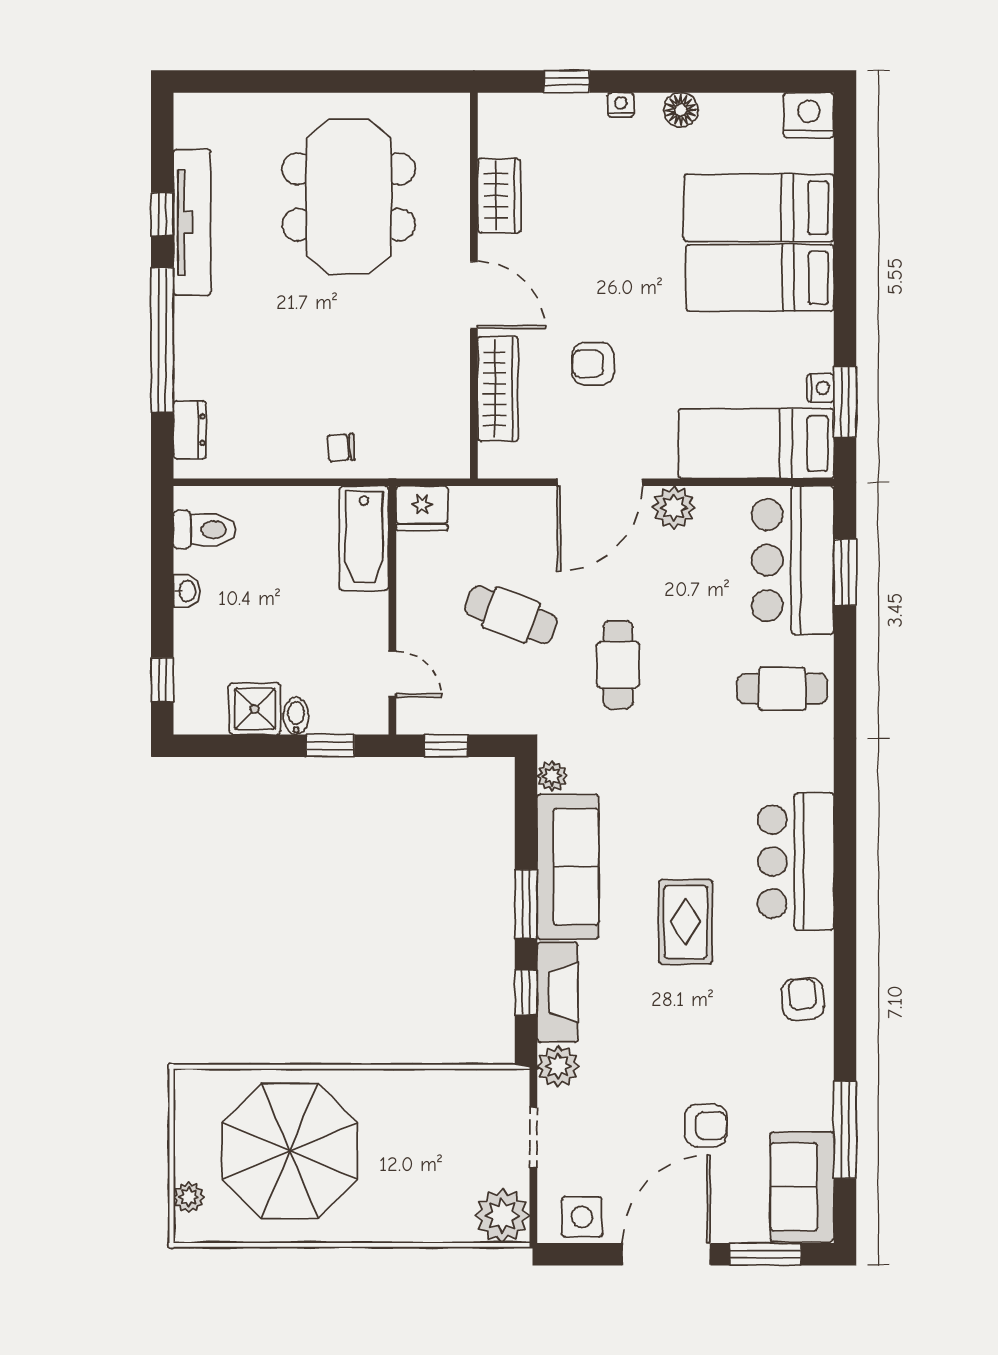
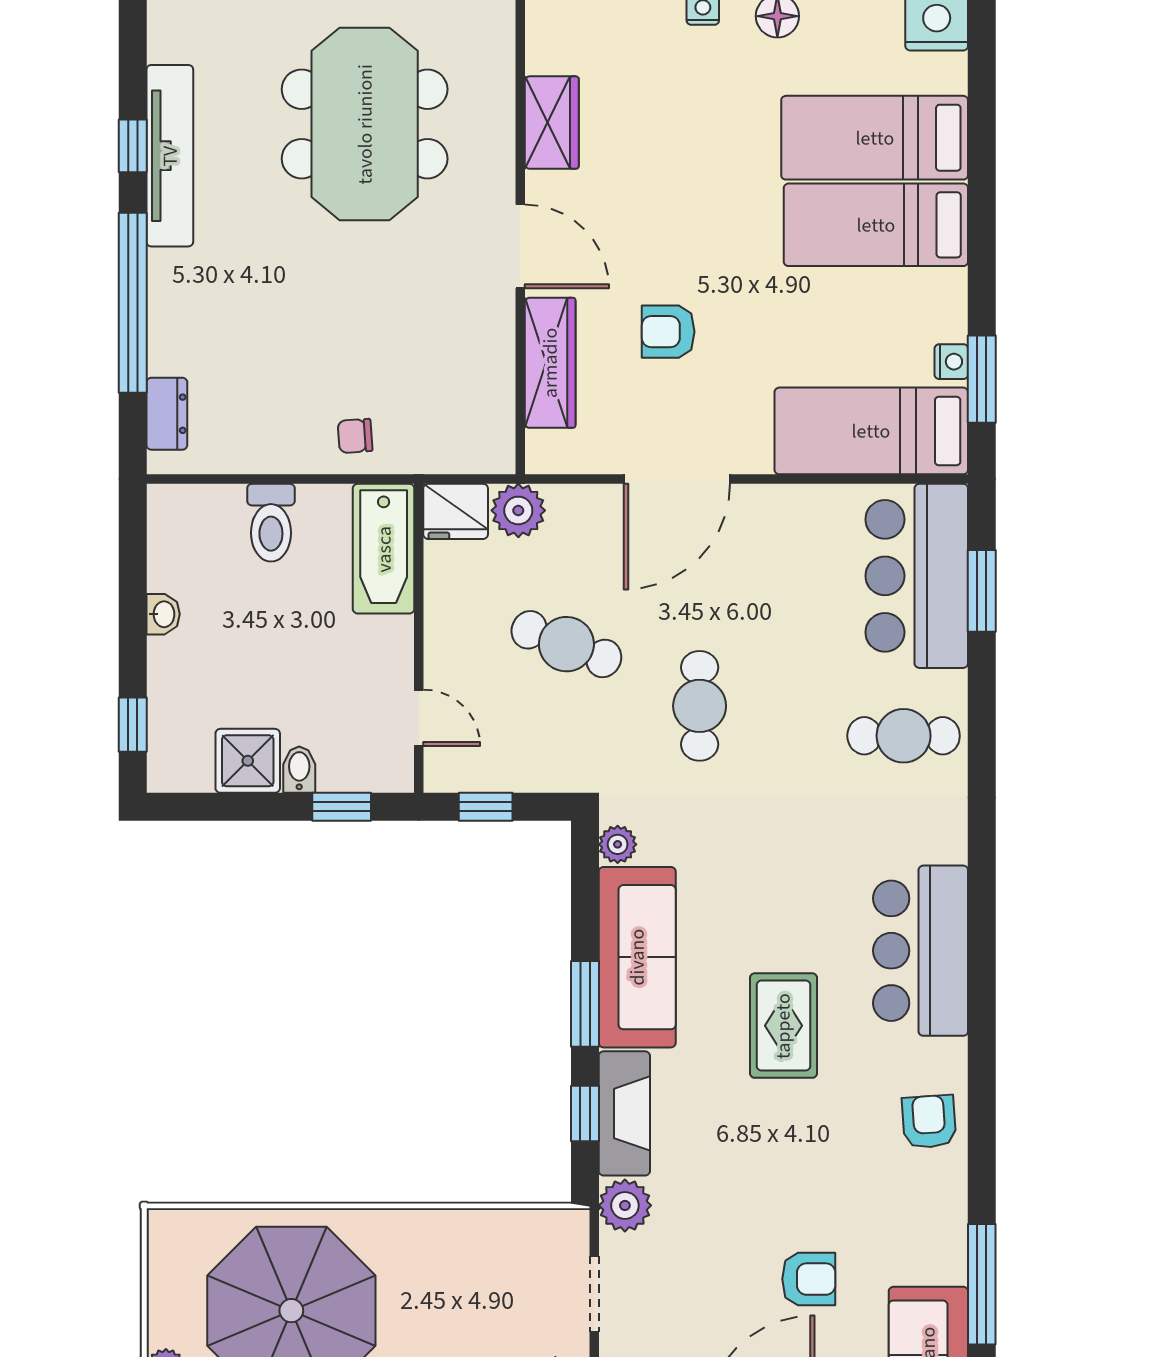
plant: (674, 508) -> (518, 510), moved
toilet: (205, 530) -> (271, 523), moved, turned 90

